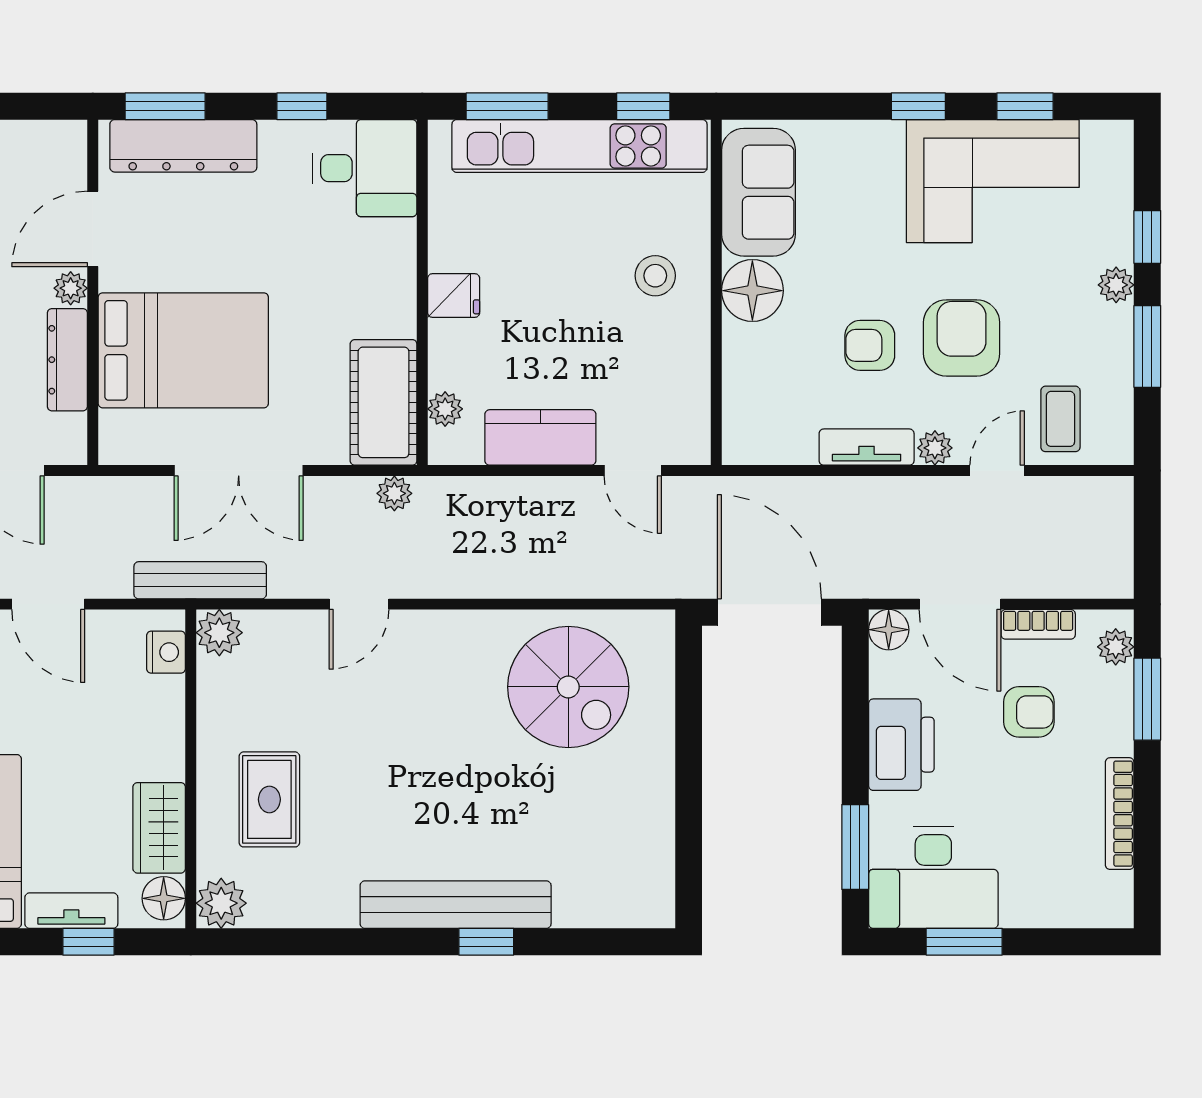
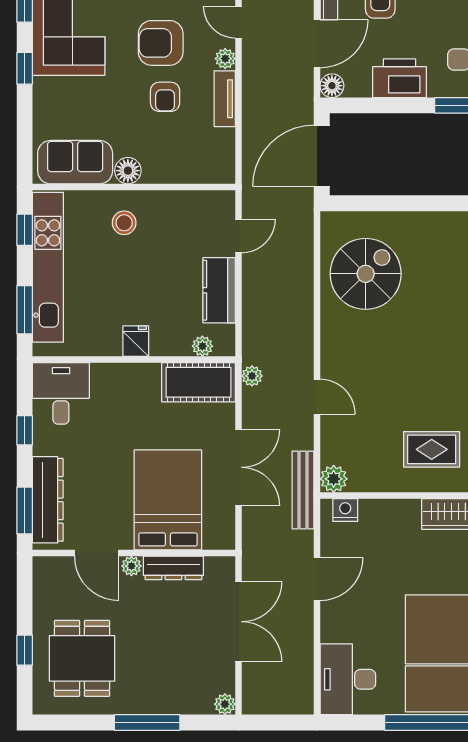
floor lamp: (752, 291) -> (128, 171), width x0.73, depth x0.73

